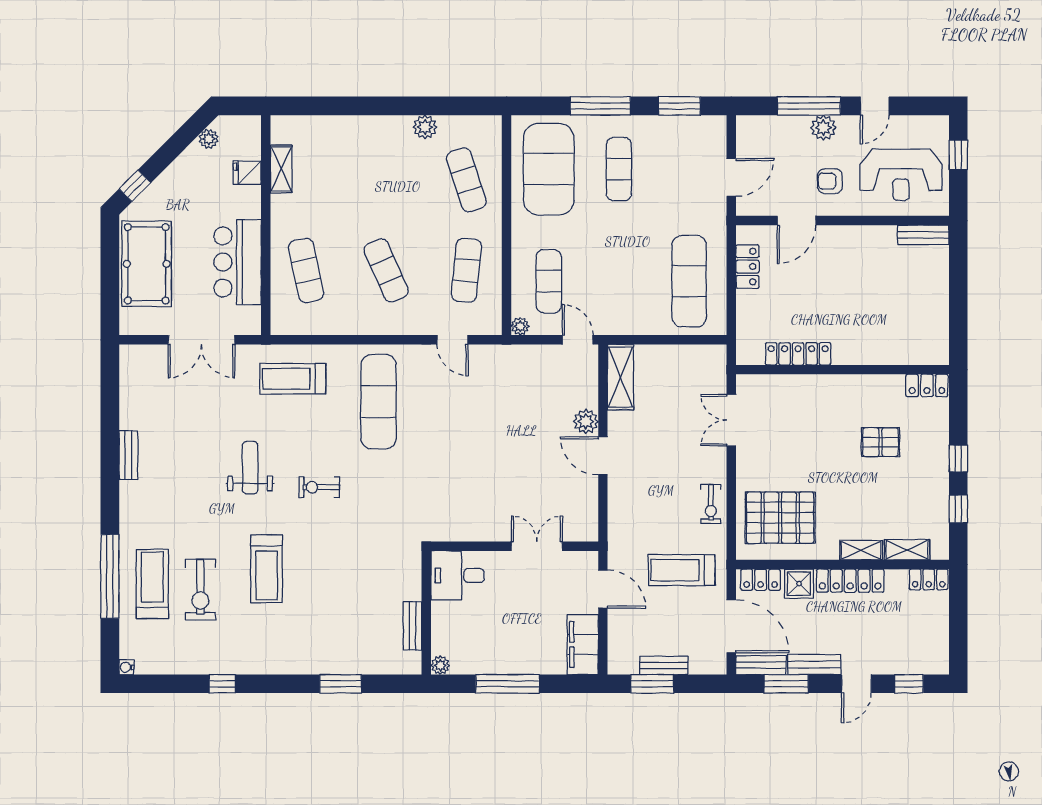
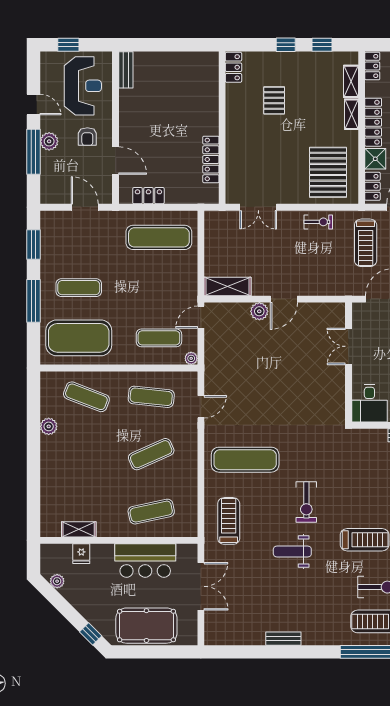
exercise mat: (466, 180) -> (86, 397), turned 39
treadmill: (293, 379) -> (229, 521), turned 180
exercise bike: (319, 487) -> (306, 502), width x1.38, depth x1.39

